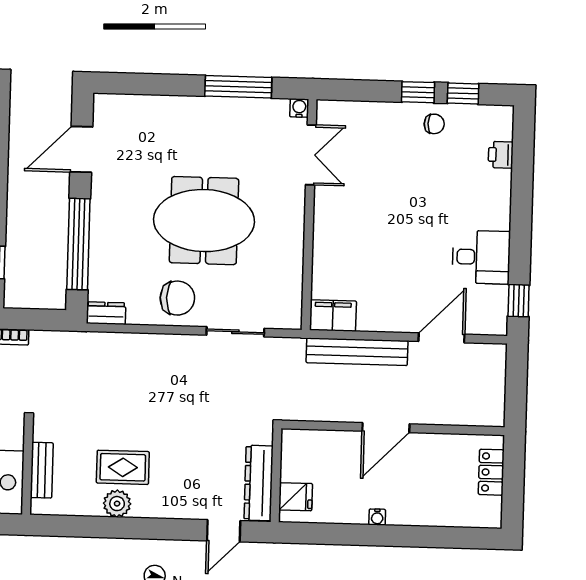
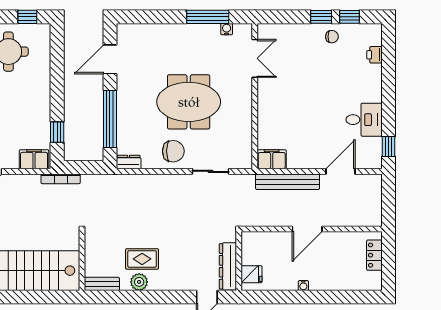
water cooler: (299, 108) -> (227, 29), moved
bench: (42, 470) -> (102, 284), moved, turned 90

